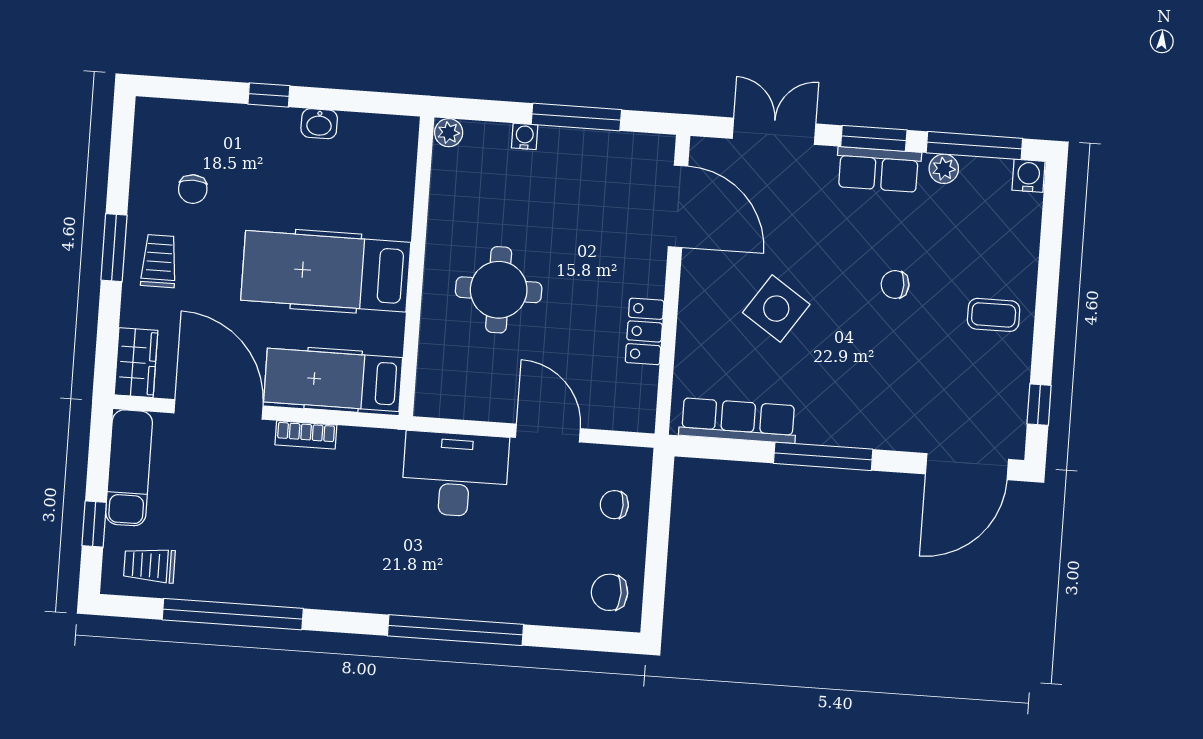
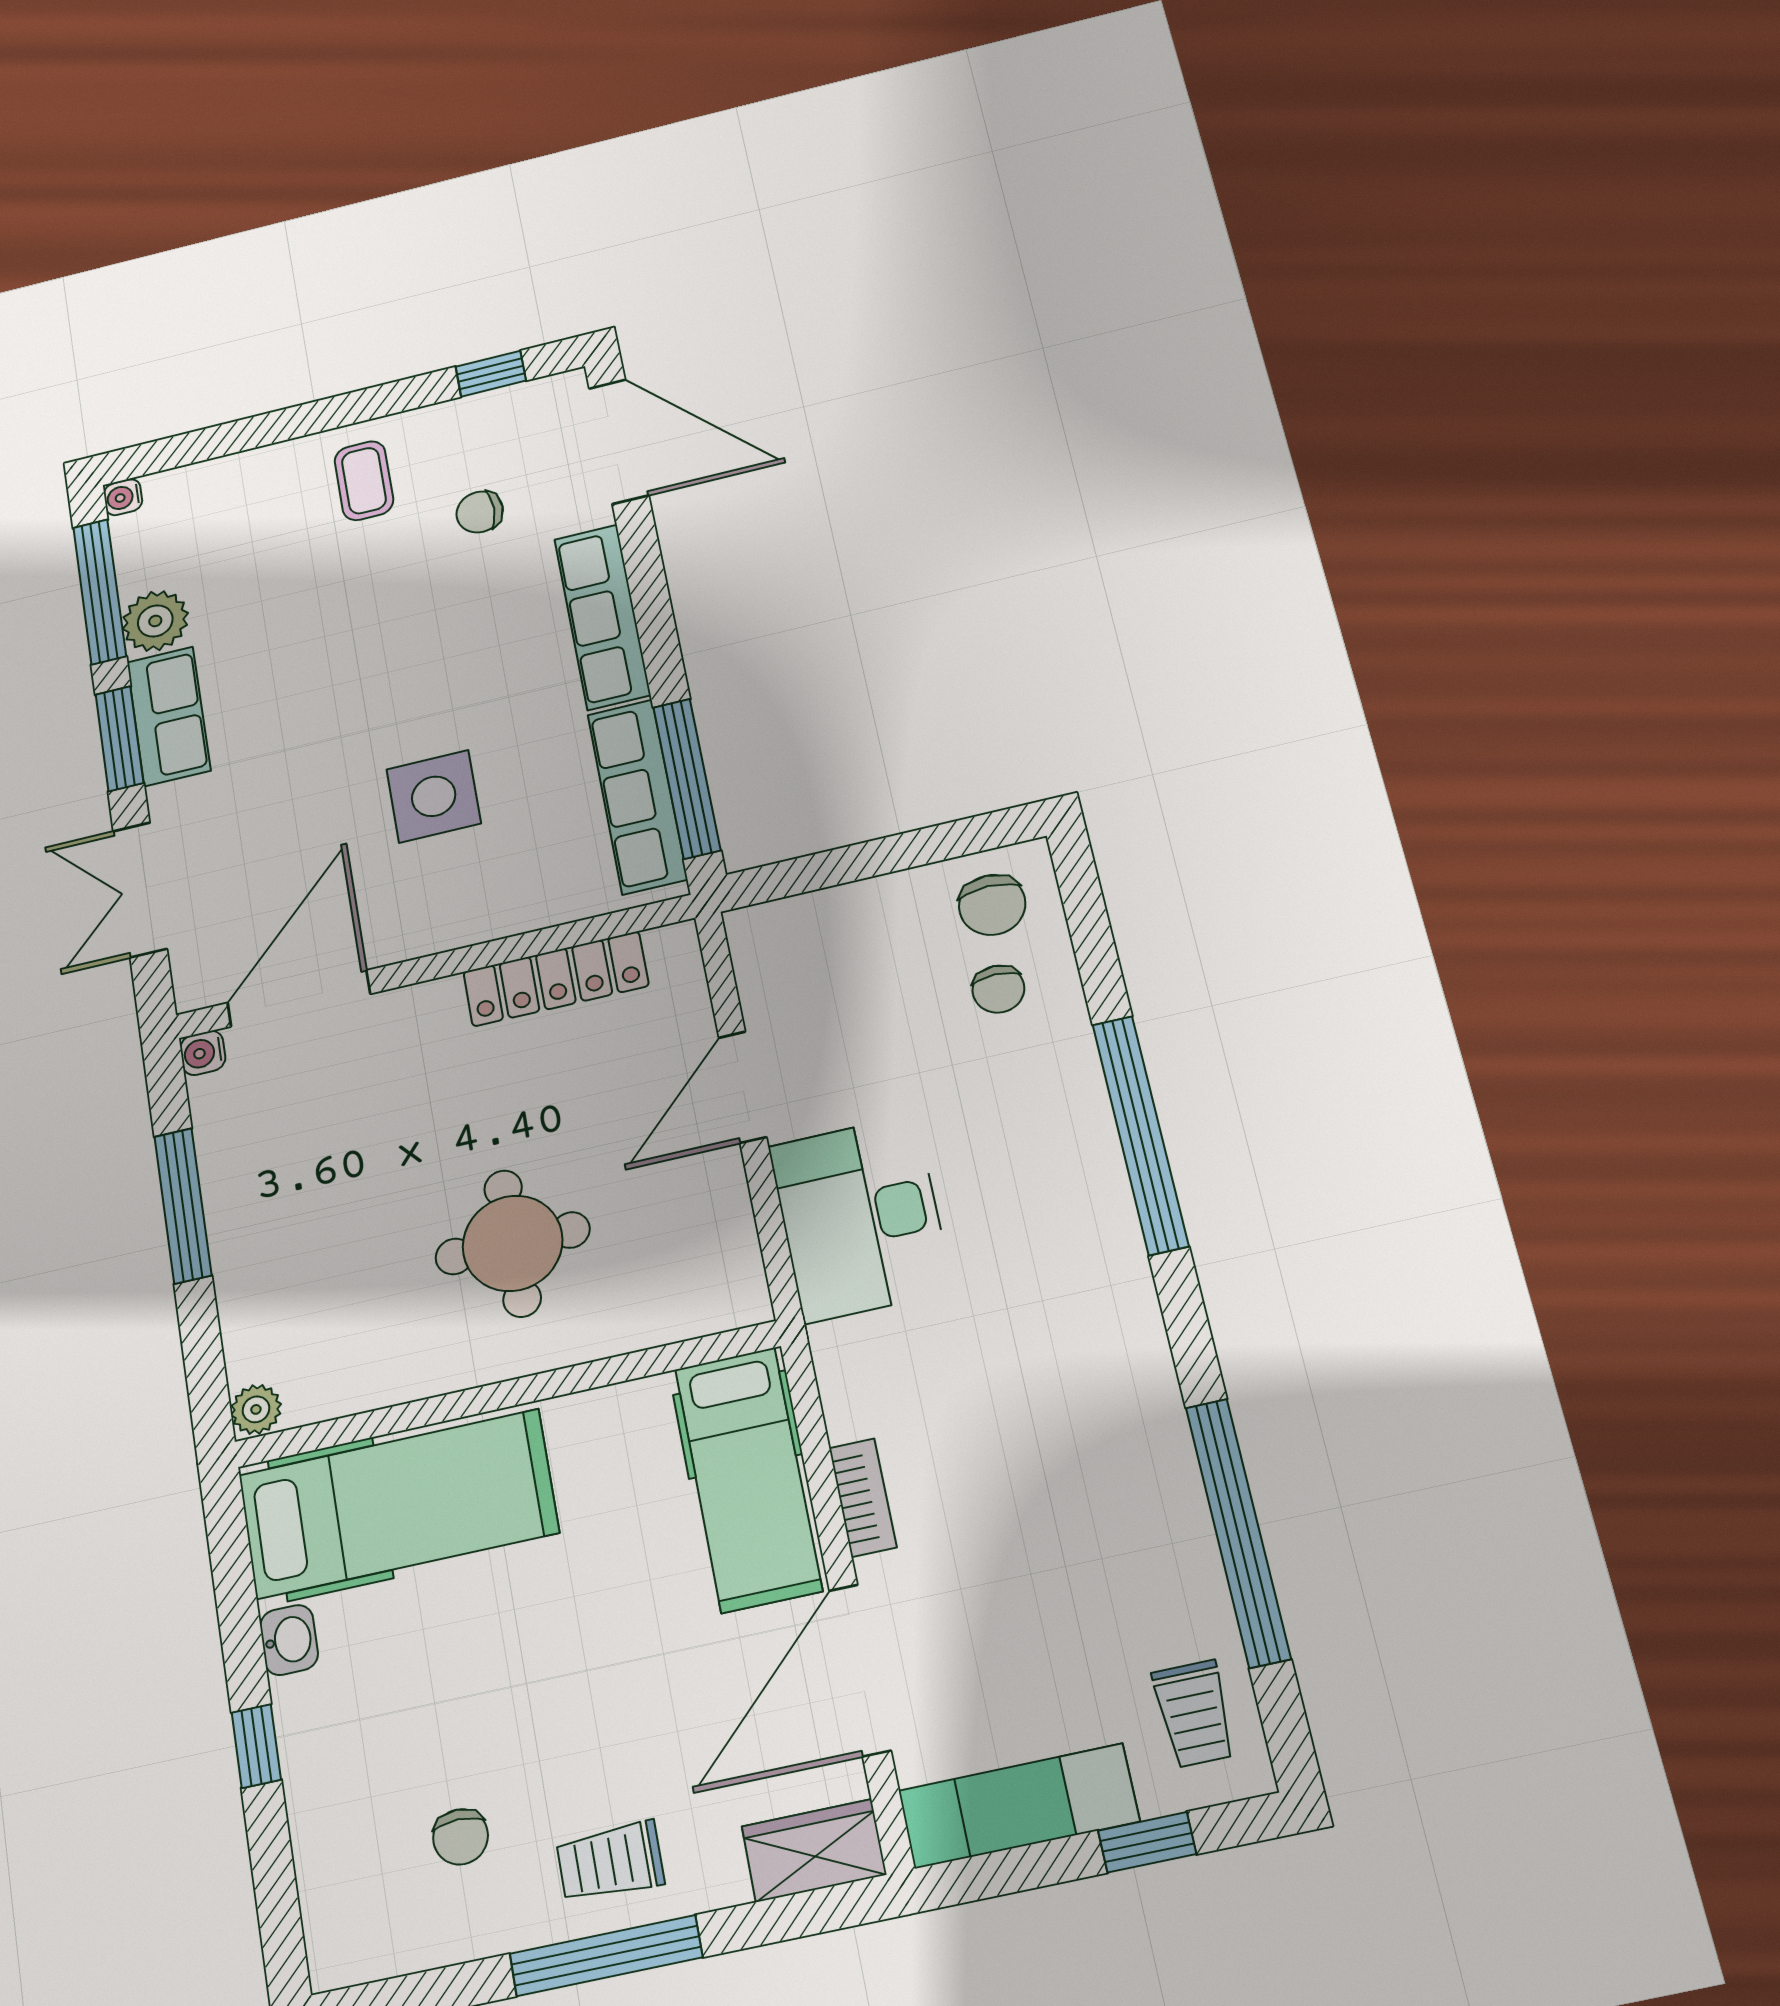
water cooler: (525, 136) -> (203, 1053), moved
plant: (944, 169) -> (155, 621), width x1.38, depth x1.38
water cooler: (1029, 176) -> (123, 497), width x0.72, depth x0.72
chair: (193, 189) -> (461, 1837), turned 90
window: (114, 248) -> (606, 1956), width x1.44
hospital bed: (326, 271) -> (398, 1504), moved, turned -90
chair: (895, 285) -> (480, 512), moved, turned 90
side table: (776, 309) -> (434, 796), turned -34
locker: (645, 331) -> (556, 979), width x1.53
row of seats: (857, 429) -> (602, 617), added
window: (823, 456) -> (687, 778), moved
chair: (614, 505) -> (998, 989), moved

